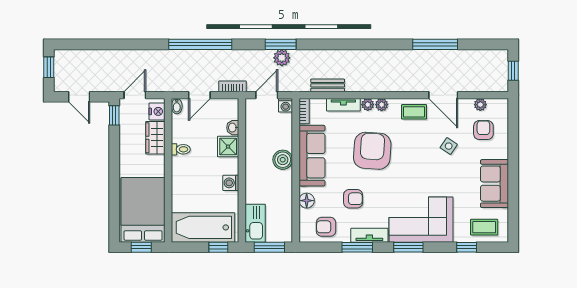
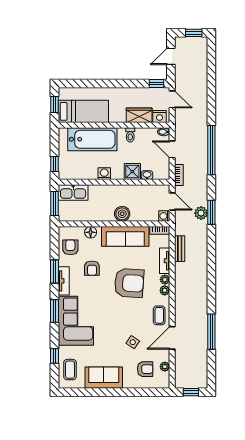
bed: (143, 210) -> (83, 111), width x0.67
bathtub: (203, 227) -> (92, 139), moved, turned 90

